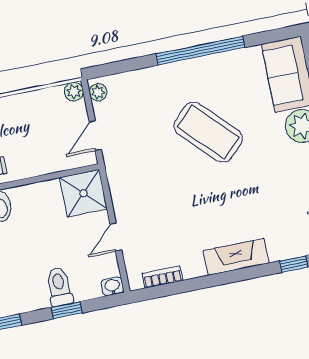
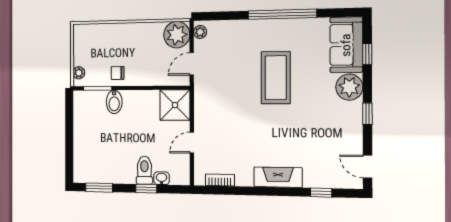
plant: (74, 92) -> (177, 35), width x1.88, depth x1.88
coffee table: (208, 132) -> (276, 78), turned 44
washbasin: (112, 286) -> (162, 178), moved

